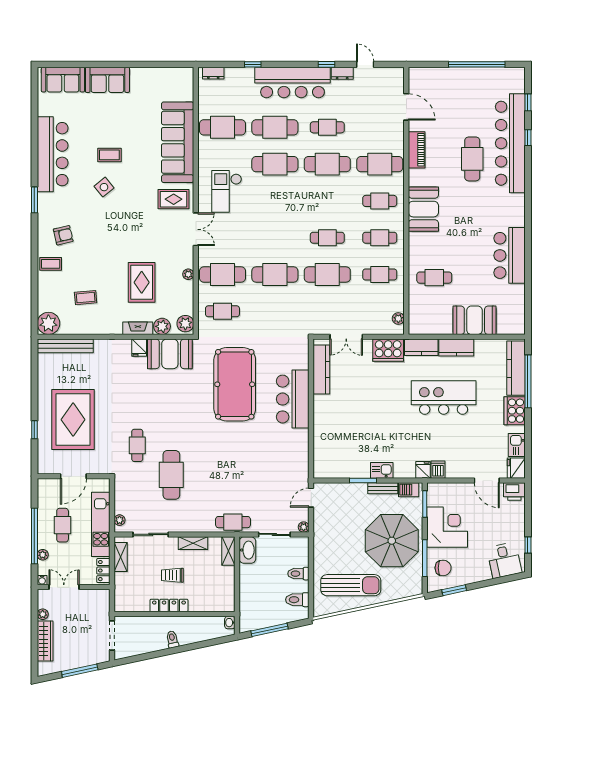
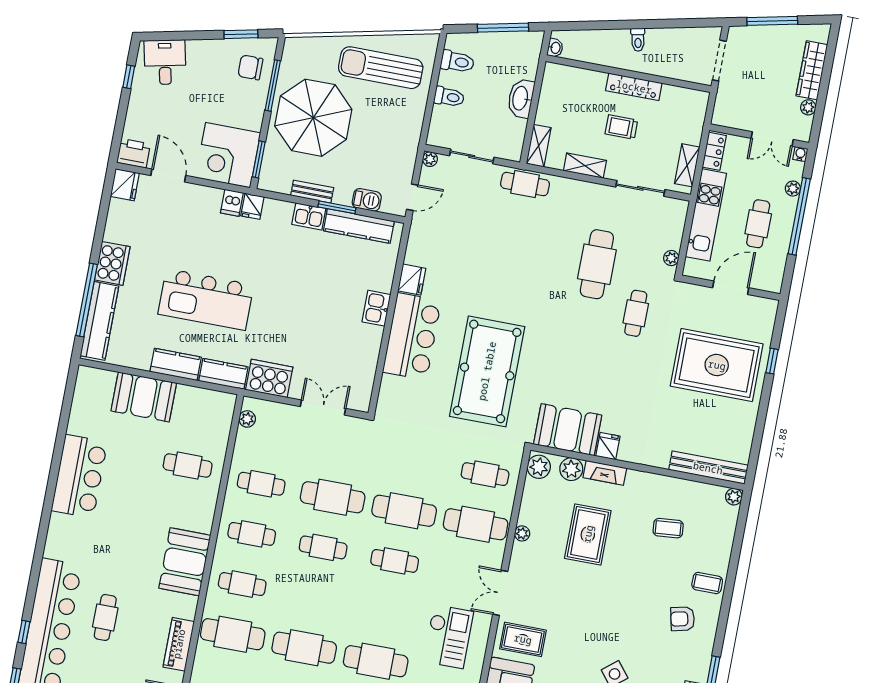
cafe table: (472, 159) -> (105, 617), width x0.73, depth x0.74
cafe table: (275, 238) -> (395, 561), added
plant: (48, 323) -> (734, 497), width x0.53, depth x0.53
kitchen counter: (321, 370) -> (359, 226), moved, turned -90
rug: (73, 420) -> (717, 365), turned 90
fridge: (300, 439) -> (412, 280), added
kitchen sink: (517, 445) -> (376, 308), moved, turned 180
barbecue: (409, 490) -> (367, 200), moved
plant: (120, 520) -> (671, 258), moved
corner desk: (447, 527) -> (228, 155), moved
washbasin: (247, 550) -> (521, 98), moved
trolley: (172, 575) -> (621, 127), turned 180

